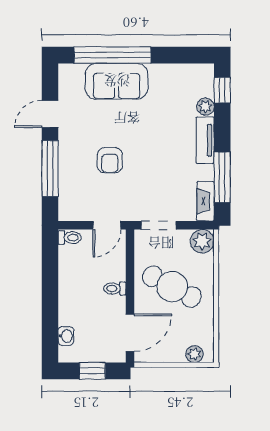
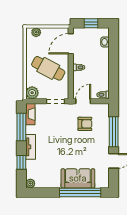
window: (222, 90) -> (21, 162), moved
plant: (205, 107) -> (30, 183), moved
armchair: (110, 160) -> (85, 124), moved, turned 90

